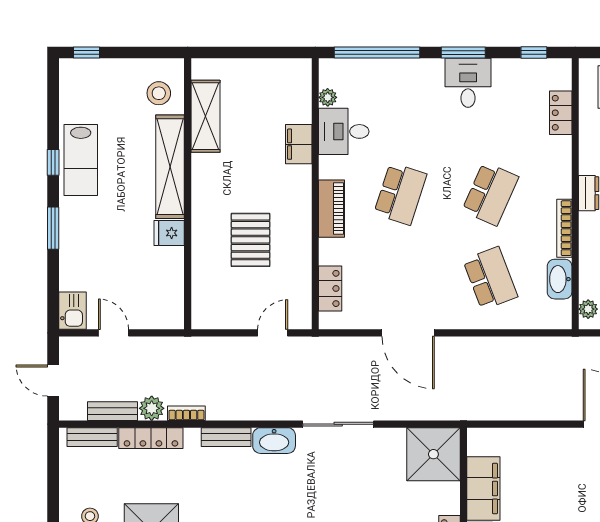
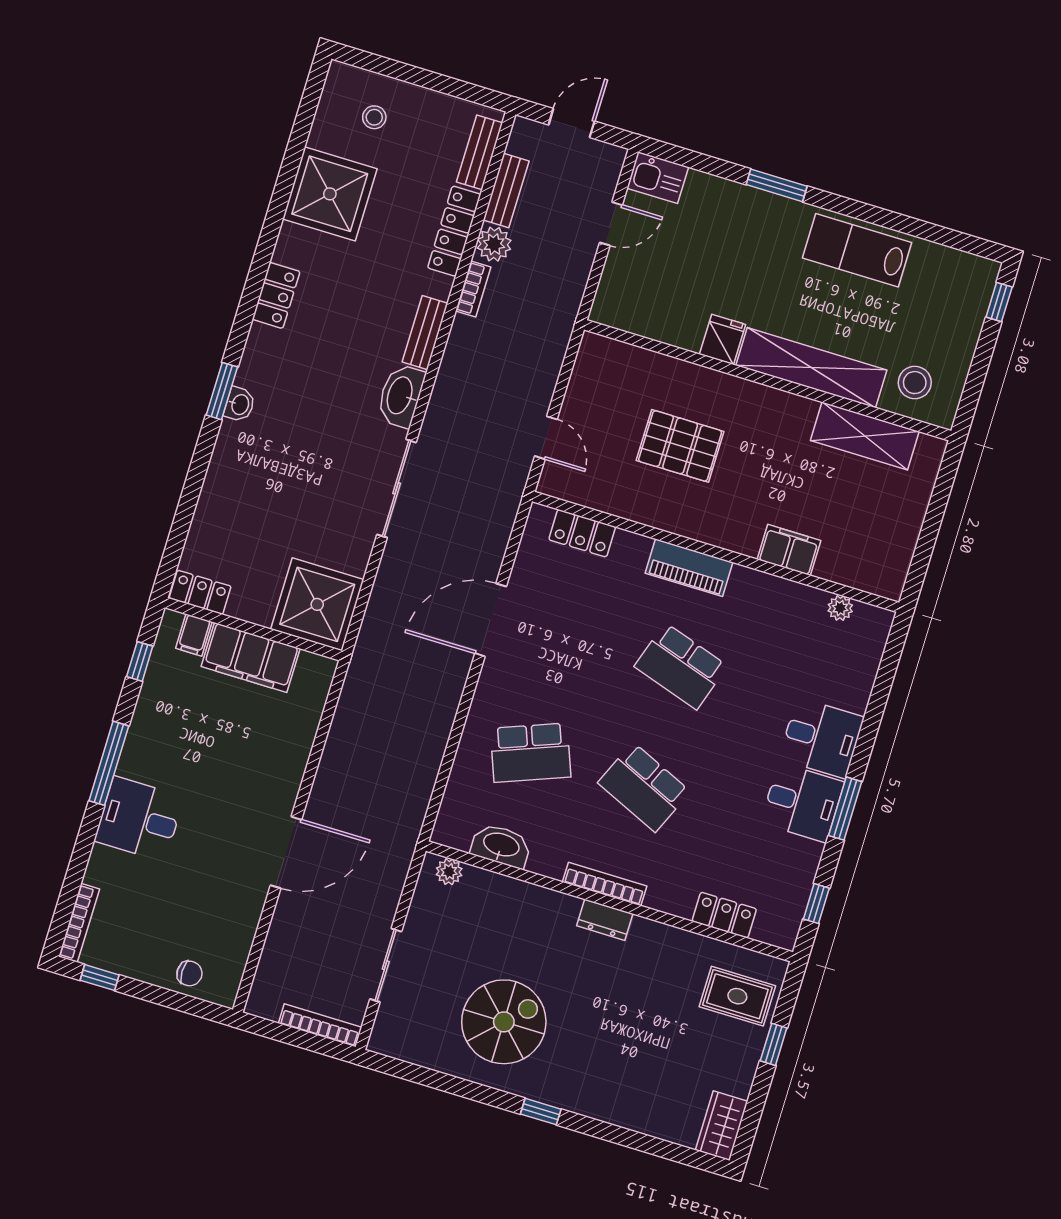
window: (377, 52) -> (880, 693), removed
desk: (344, 131) -> (821, 738), moved, turned 90
window: (53, 162) -> (865, 212), removed
bookcase: (564, 228) -> (605, 884), moved

